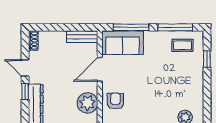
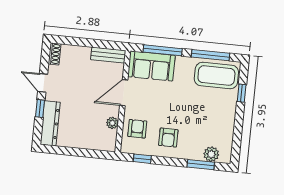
coffee table: (182, 45) -> (216, 75), width x1.86, depth x1.72
plant: (87, 103) -> (112, 123), width x0.53, depth x0.53
armchair: (144, 106) -> (168, 138), added

